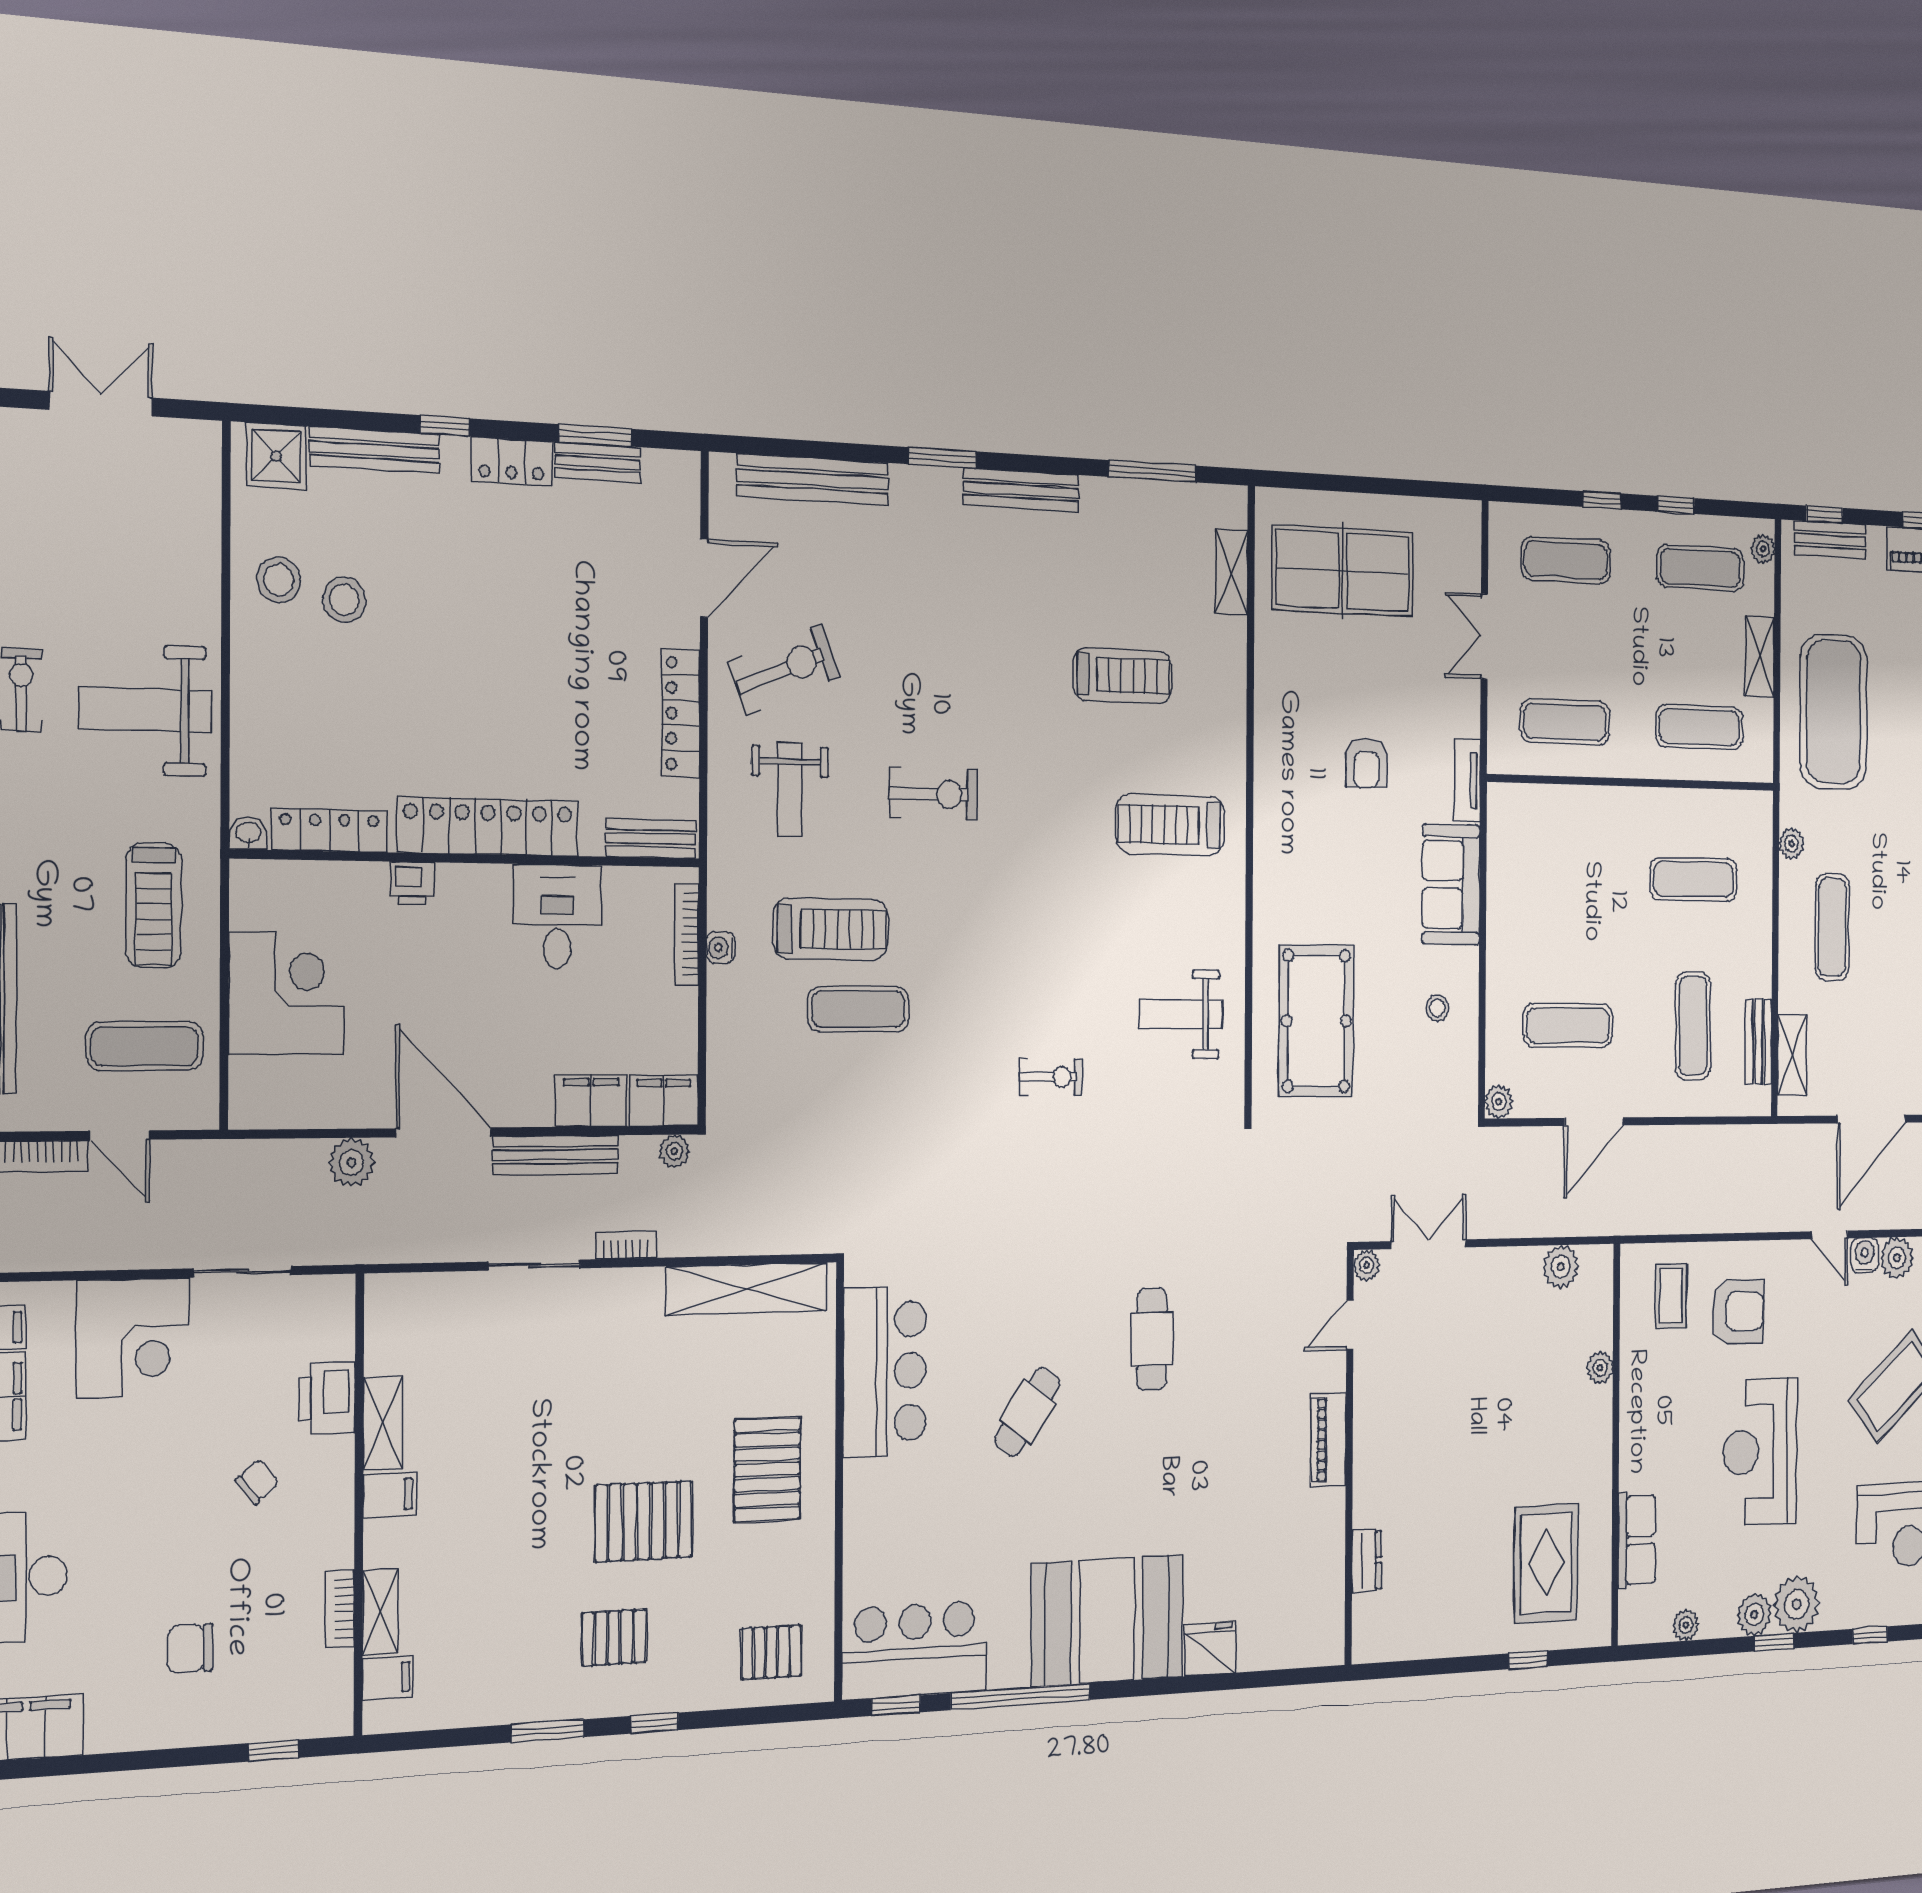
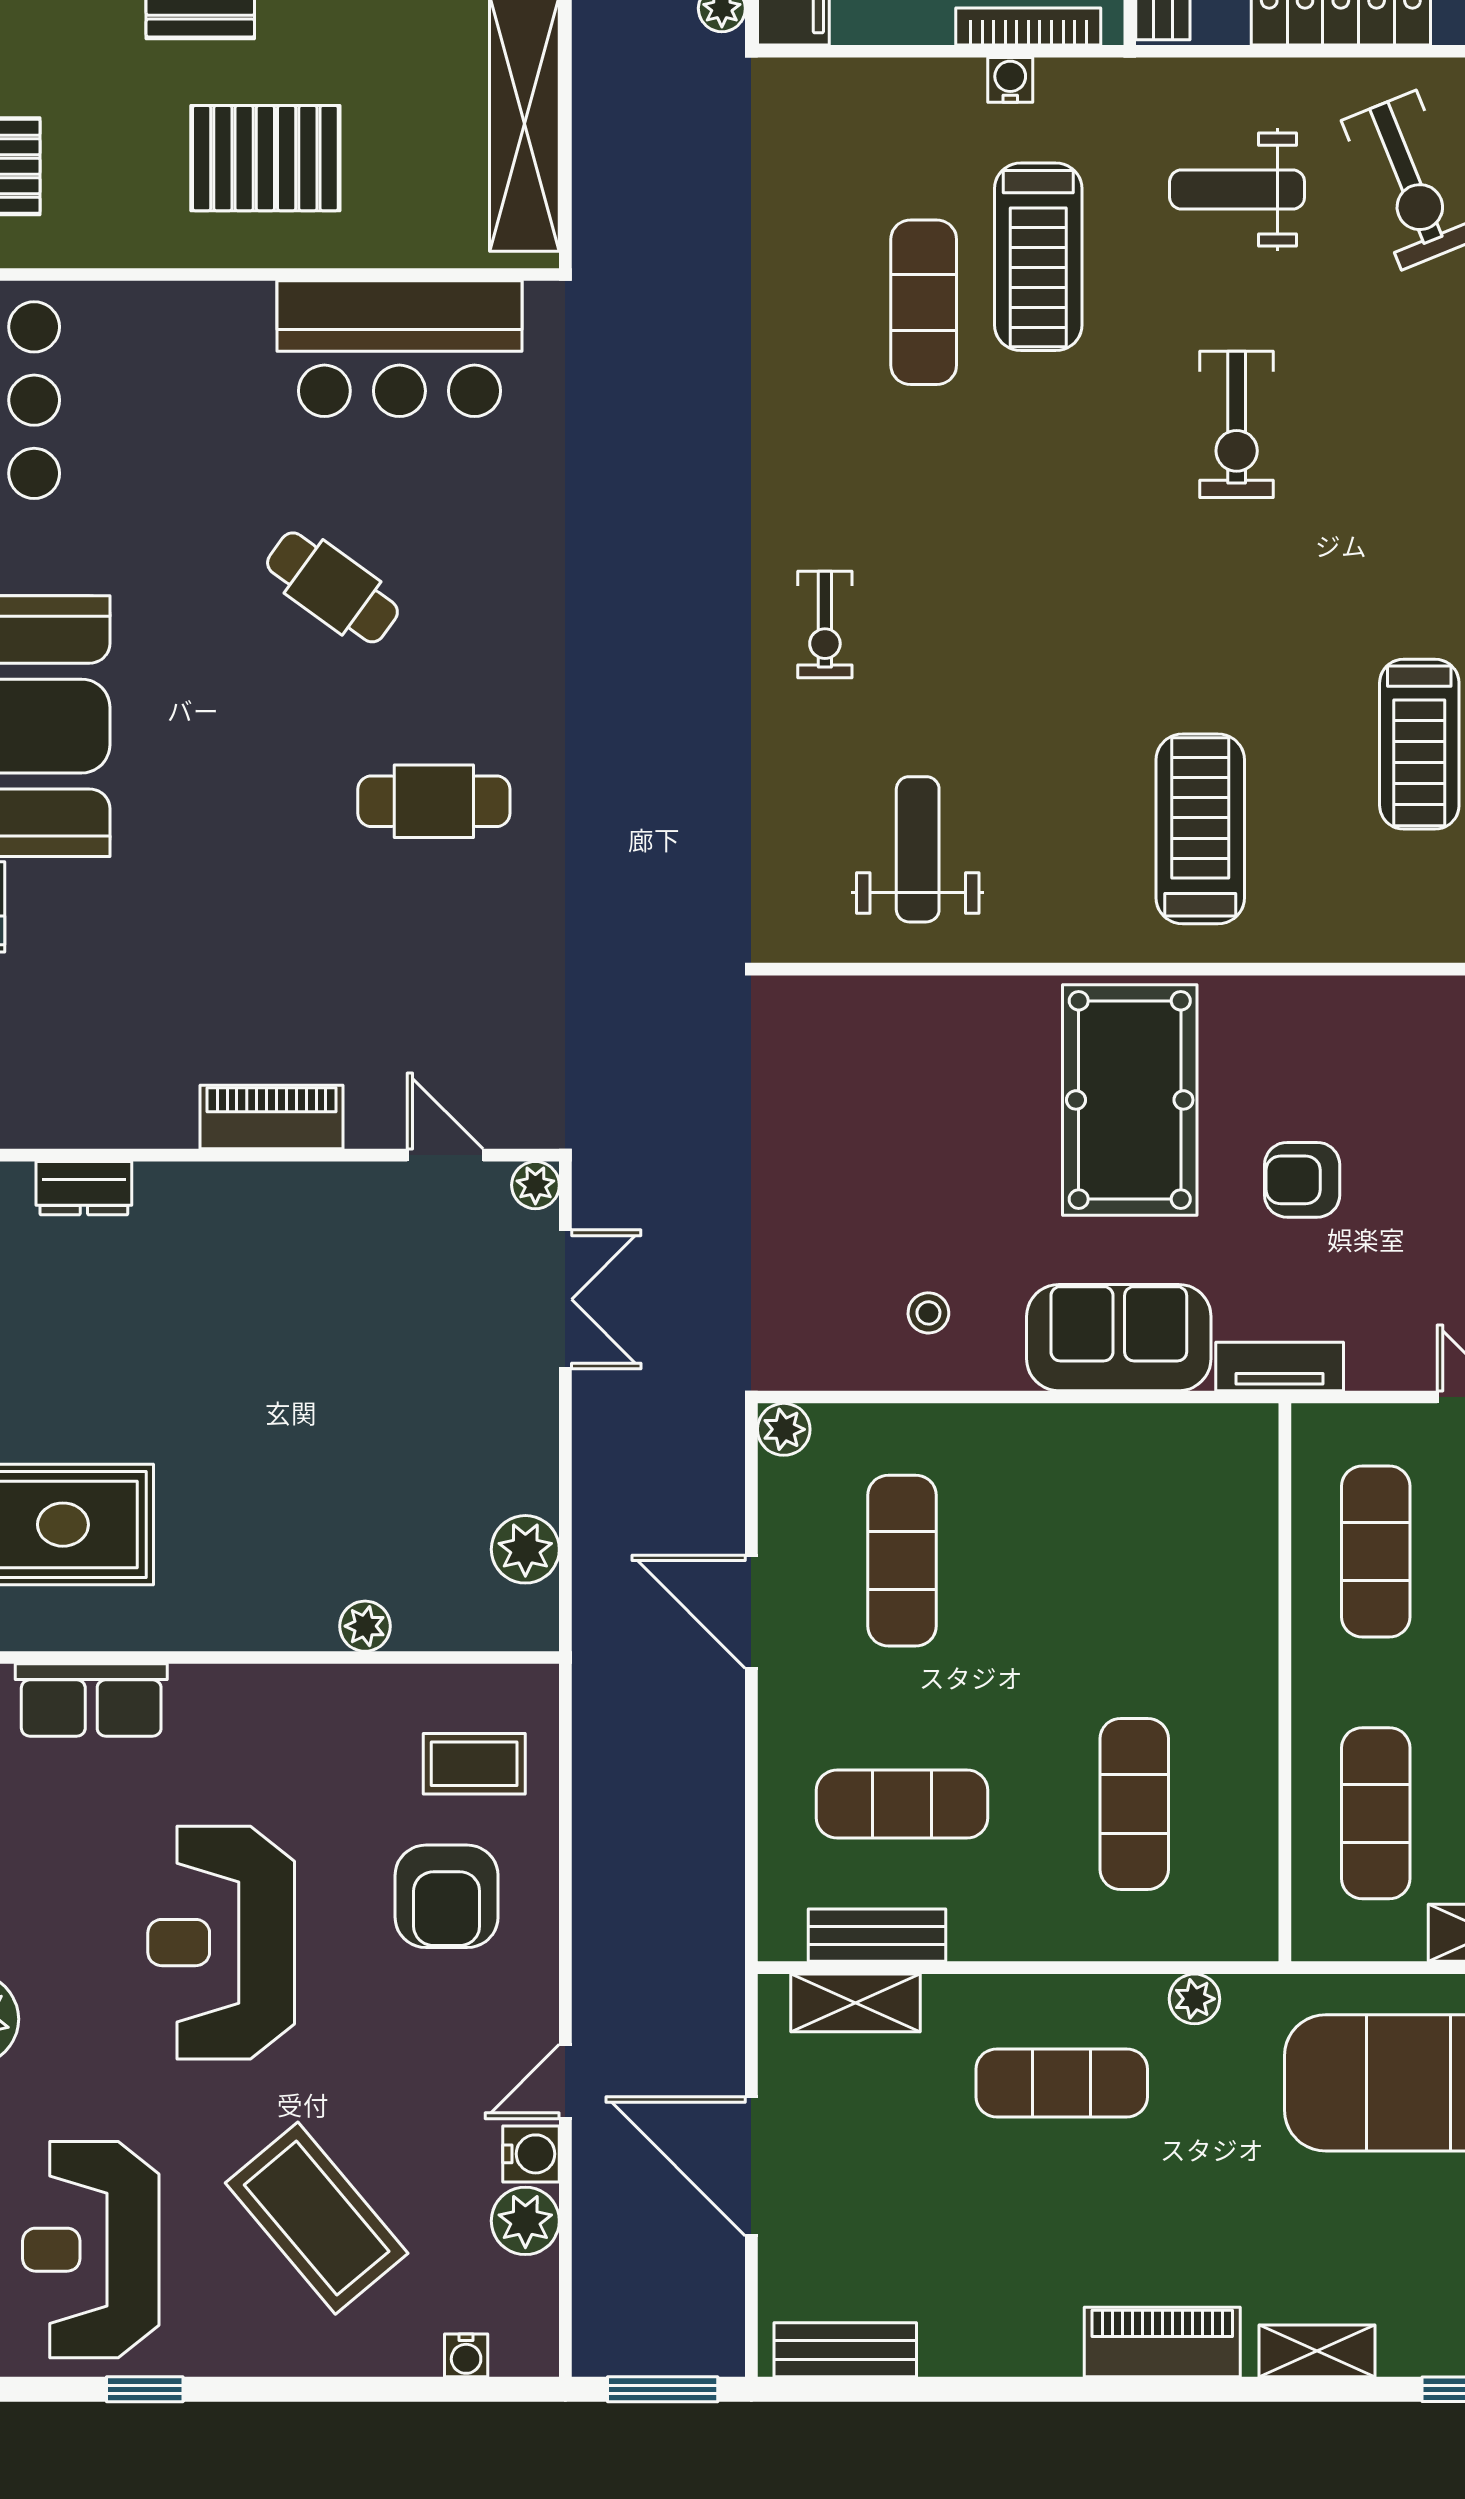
pool table: (1316, 1021) -> (1130, 1100), moved, turned 90
reception desk: (1760, 1452) -> (221, 1943), turned -90

